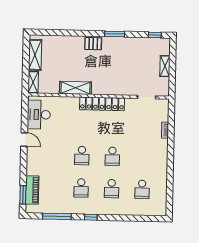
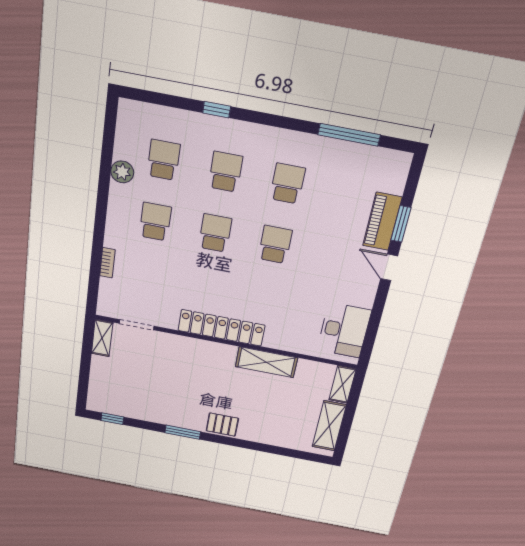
shelving: (165, 66) -> (102, 338), moved
door: (24, 139) -> (389, 267), moved
school desk: (143, 157) -> (155, 222), added
plant: (162, 180) -> (122, 172), added
piano: (32, 190) -> (382, 221), moved
window: (23, 195) -> (401, 224), moved
window: (91, 217) -> (217, 110), moved

